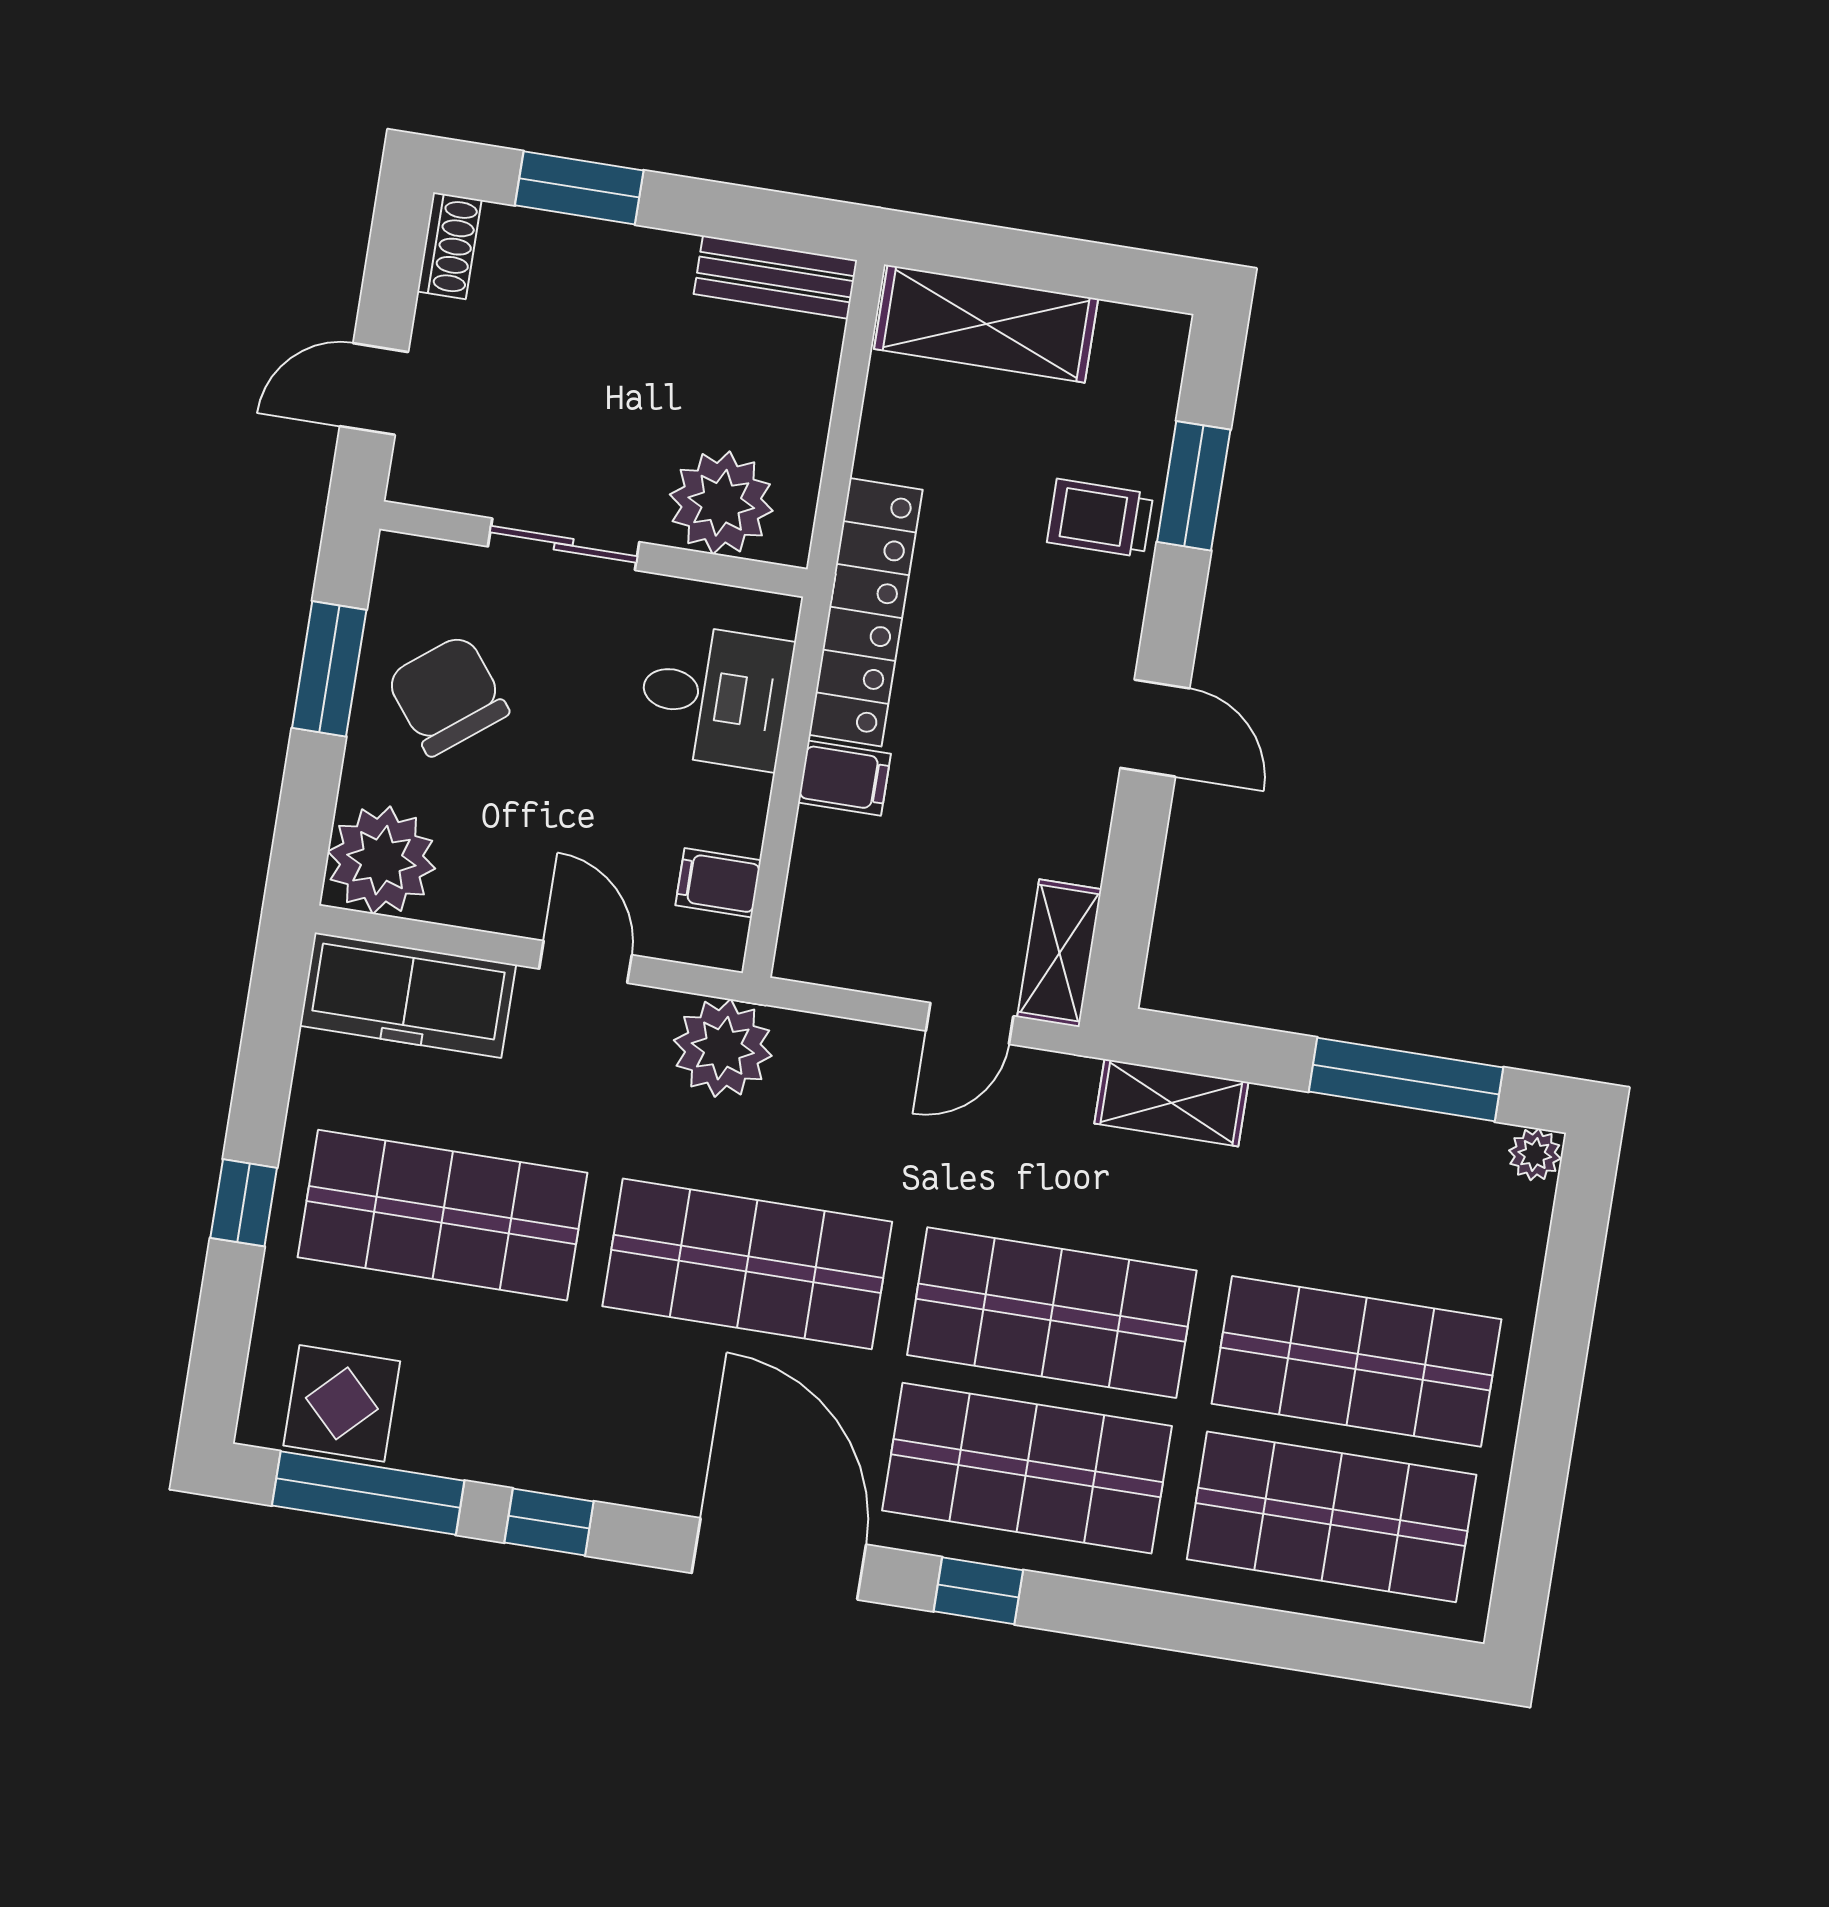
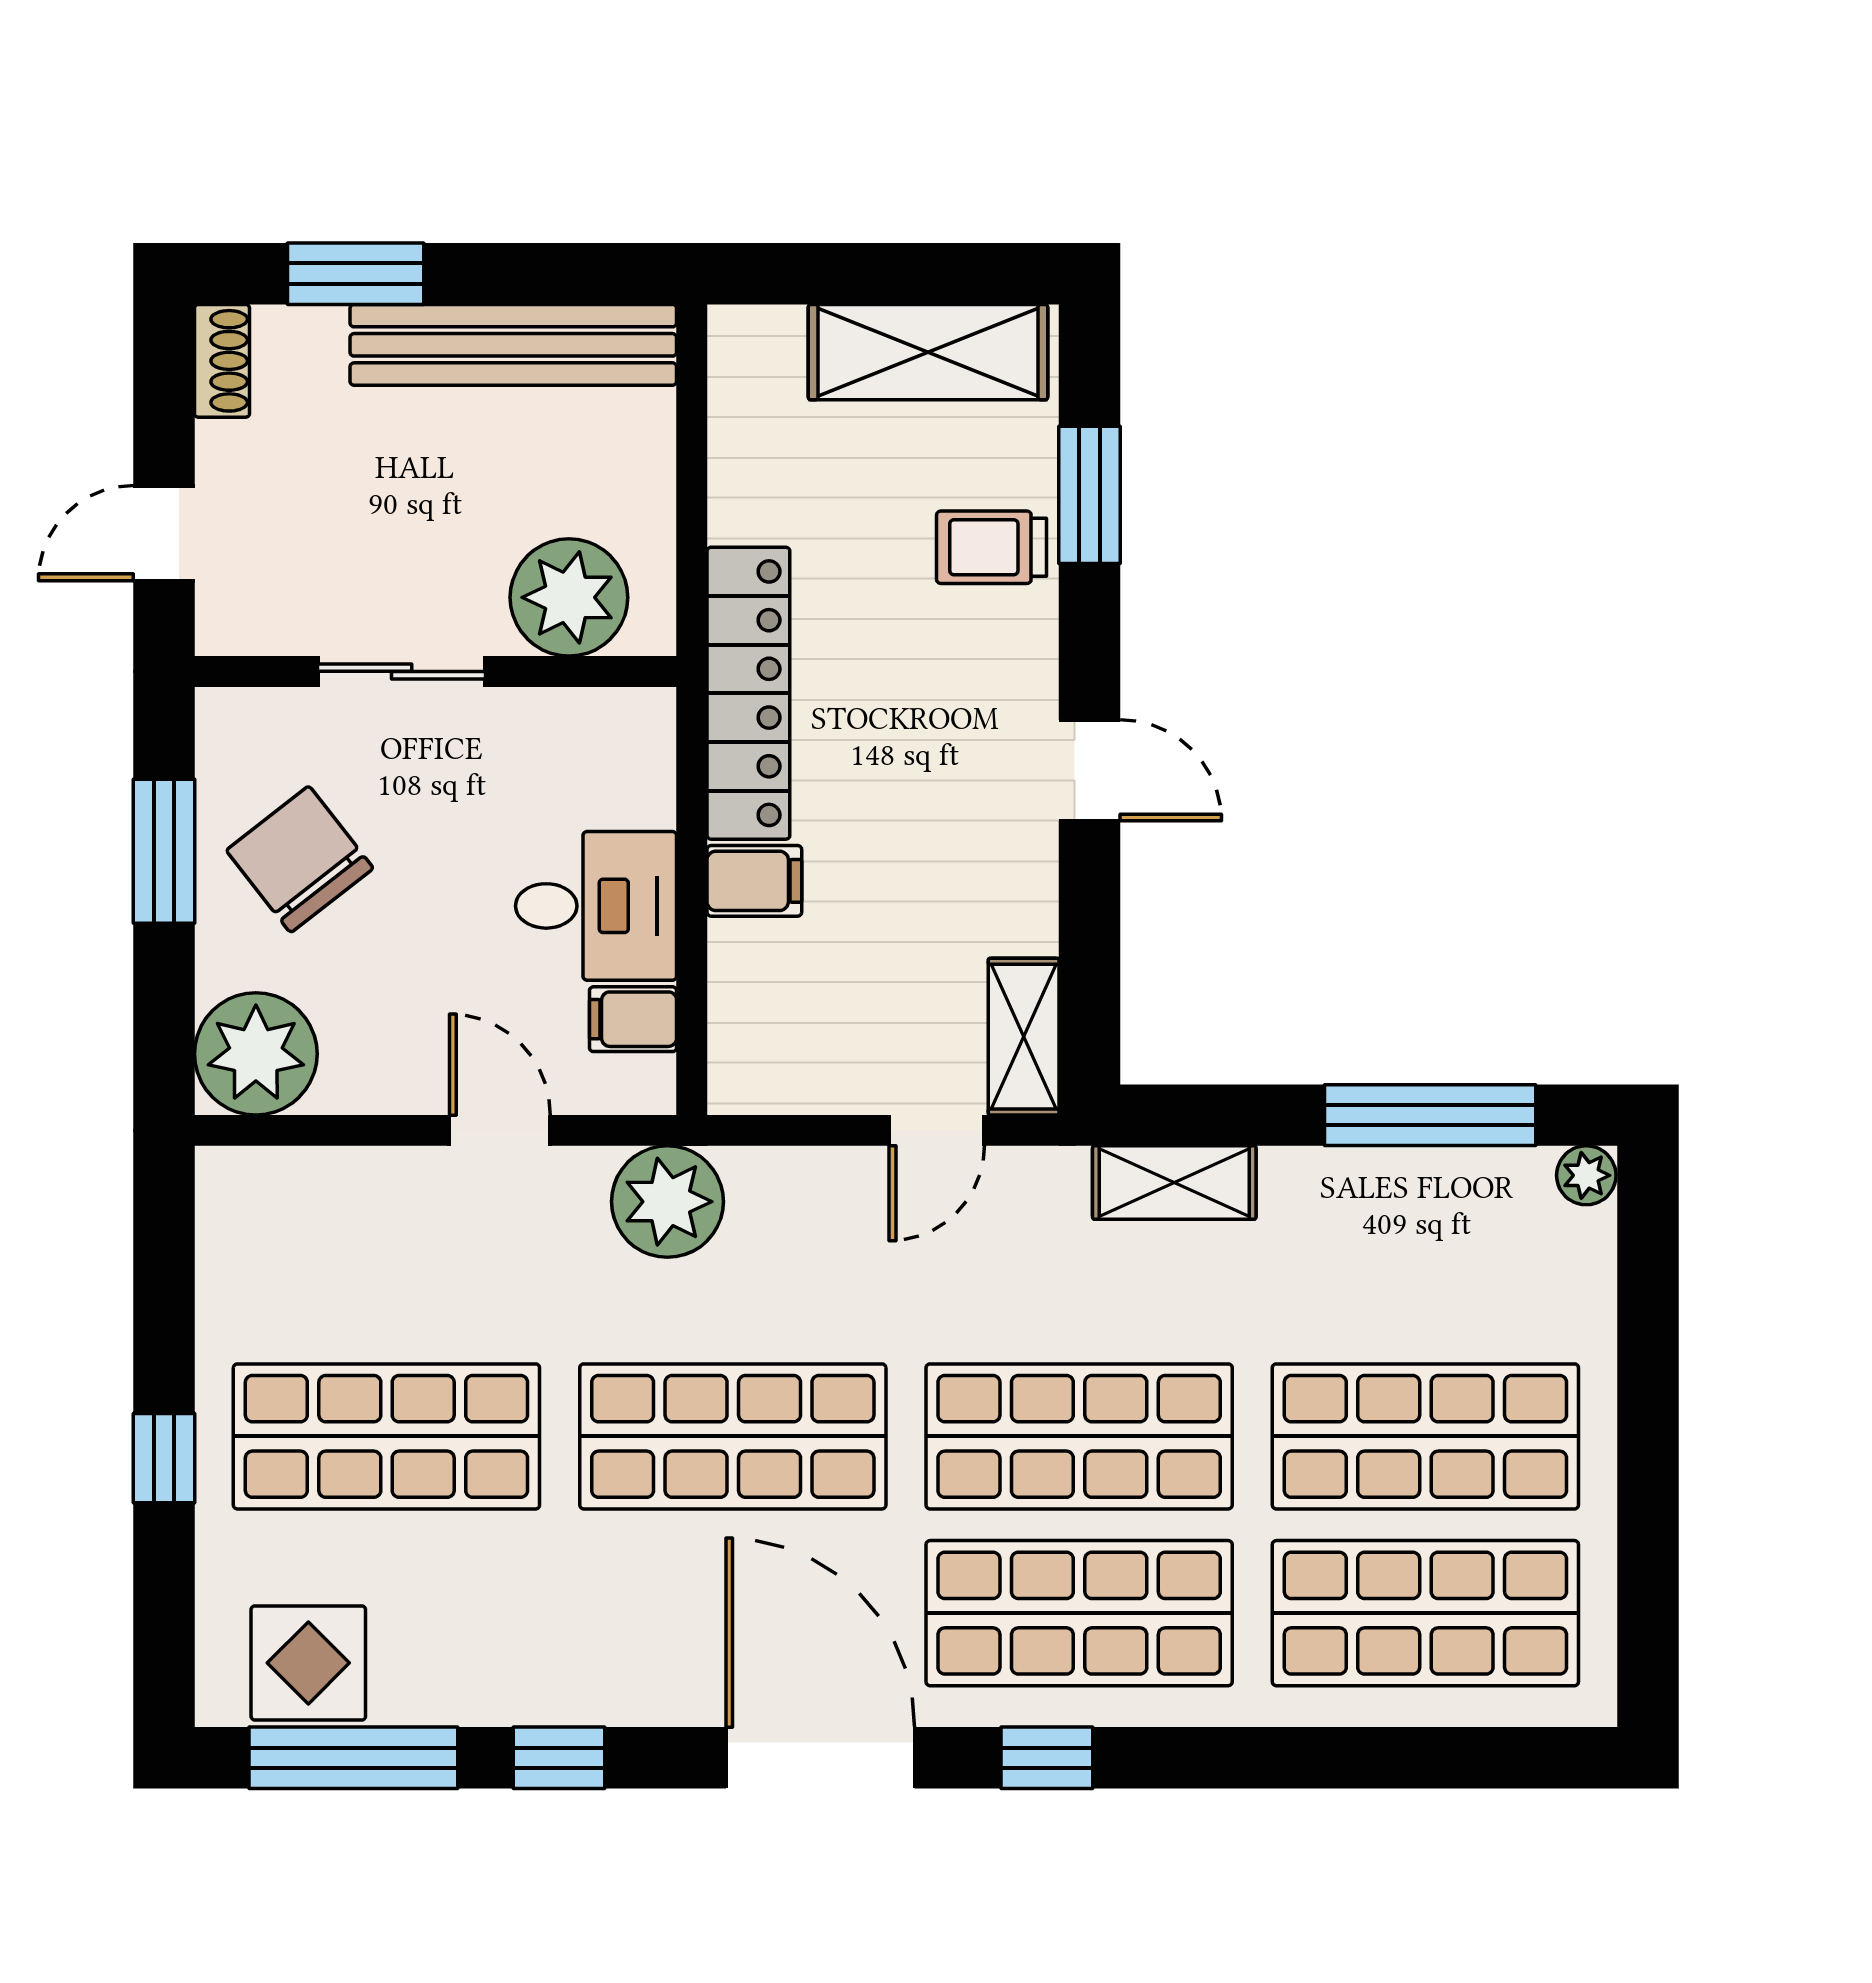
bench: (775, 277) -> (513, 345), width x1.86, depth x1.21
shelving: (986, 324) -> (928, 352), moved
desk: (715, 696) -> (596, 906), moved
freezer: (408, 995) -> (309, 1199), removed

